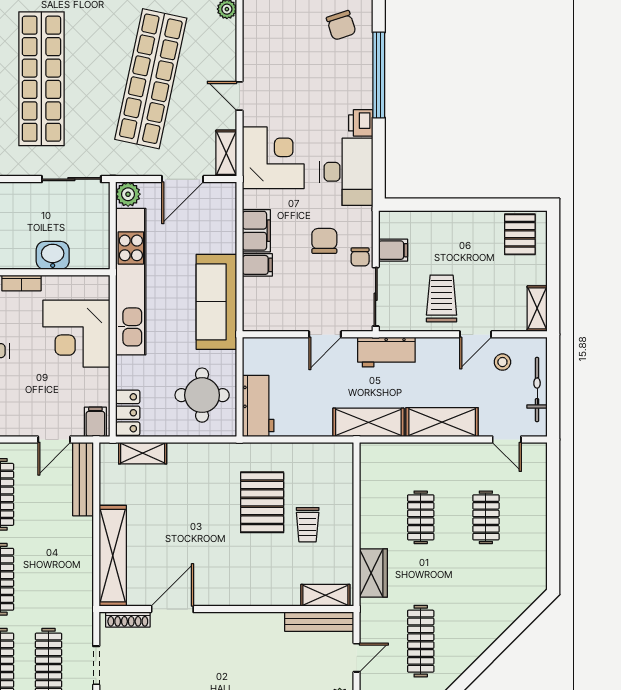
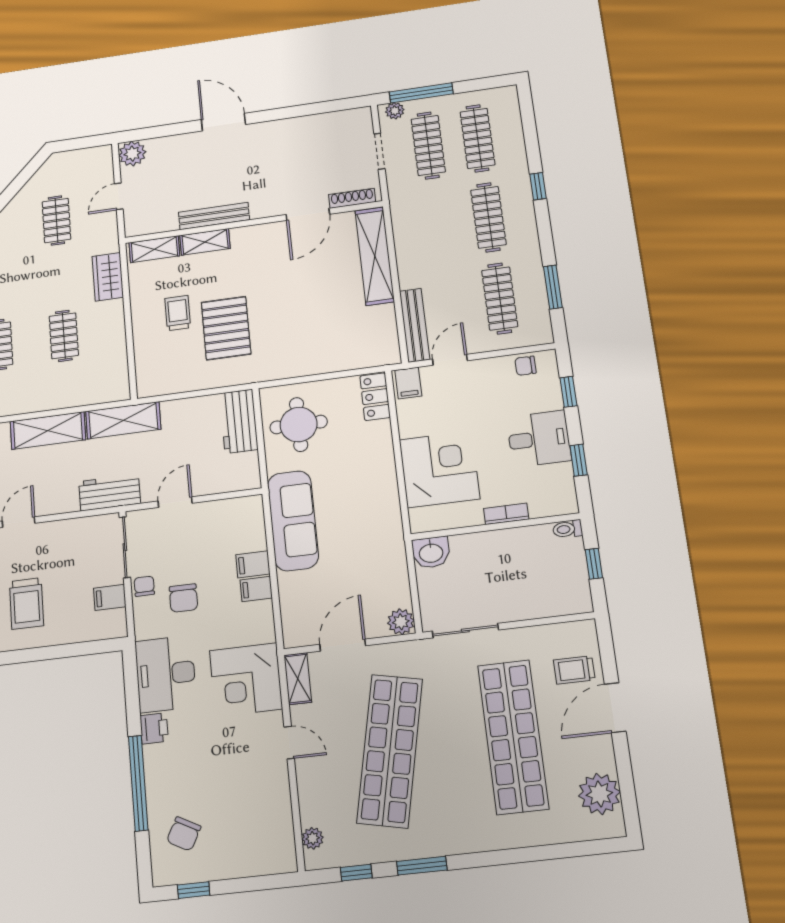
chair: (341, 25) -> (184, 834), turned -134
filing cabinet: (256, 231) -> (256, 589), width x0.50
washbasin: (53, 255) -> (431, 552), moved
kitchen unit: (131, 282) -> (387, 530), removed
trolley: (442, 298) -> (26, 604), moved
shelving: (143, 453) -> (205, 242), moved
bench: (319, 622) -> (214, 216), moved
clothes rail: (421, 641) -> (56, 220), width x0.73

